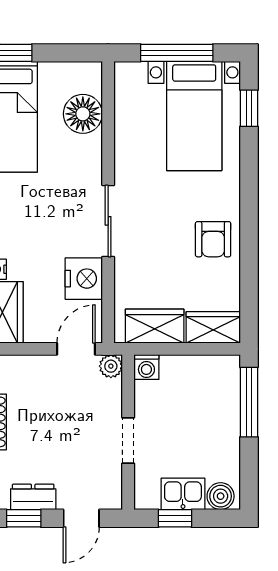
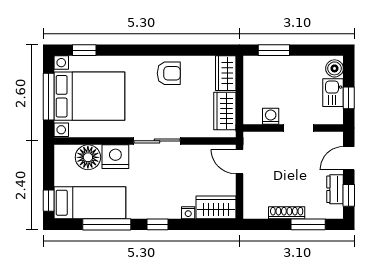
bed with nightstands: (194, 116) -> (89, 96), width x1.36
nightstand: (84, 279) -> (115, 157), moved
plant: (111, 366) -> (251, 139), removed
washing machine: (146, 367) -> (271, 116), moved, turned -90
window: (249, 402) -> (274, 50), width x0.69
door: (81, 518) -> (349, 158), swing flipped

